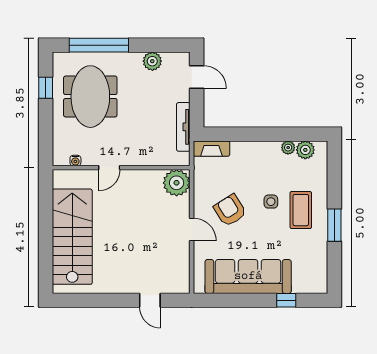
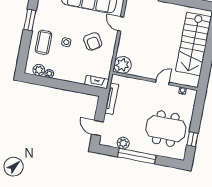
window: (99, 45) -> (137, 156), moved
meeting table: (90, 97) -> (166, 129), turned 90
coffee table: (301, 210) -> (44, 42), moved
door: (192, 229) -> (121, 24), moved

